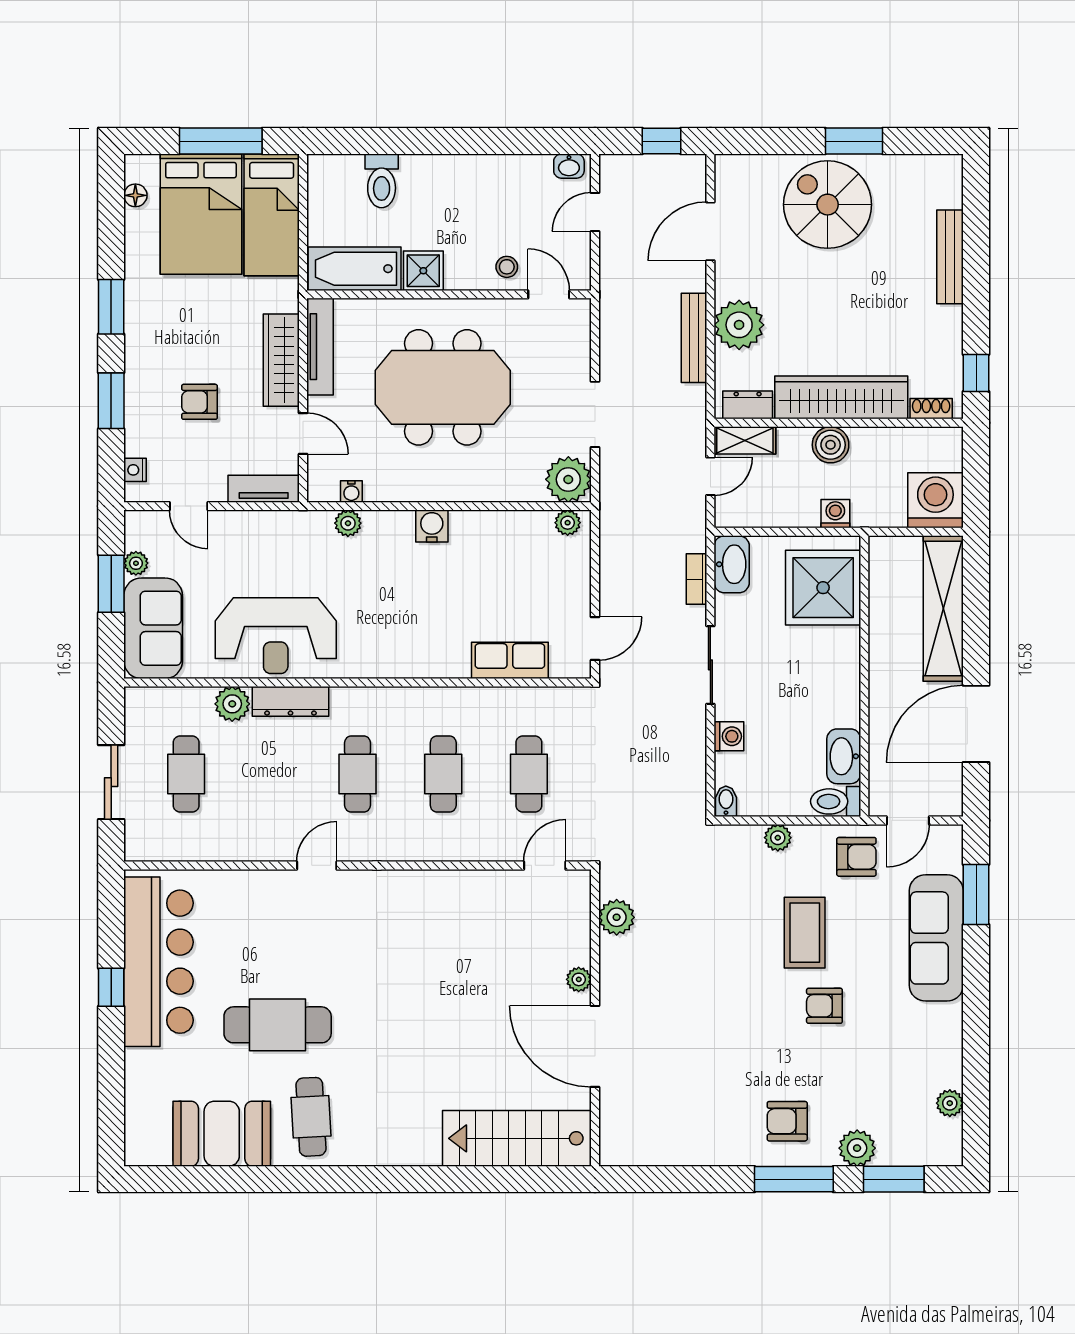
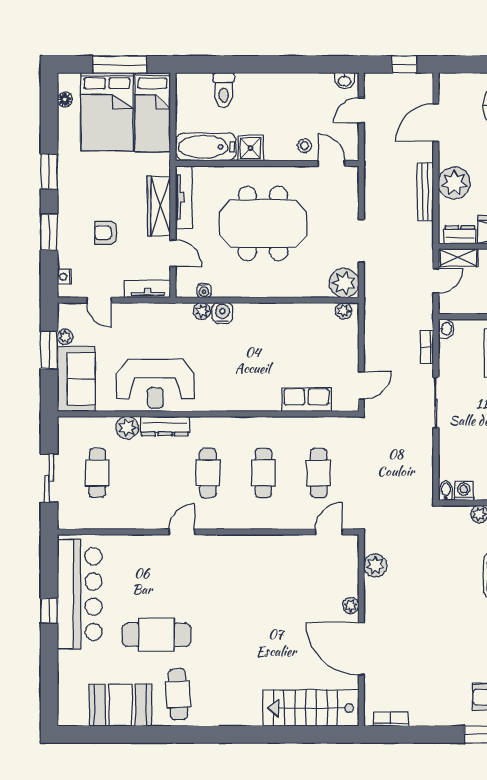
water cooler: (432, 526) -> (222, 313), moved
washbasin: (732, 564) -> (446, 329), width x0.52, depth x0.69
washing machine: (729, 736) -> (464, 491), moved, turned -90
bookcase: (641, 1155) -> (391, 719), added

